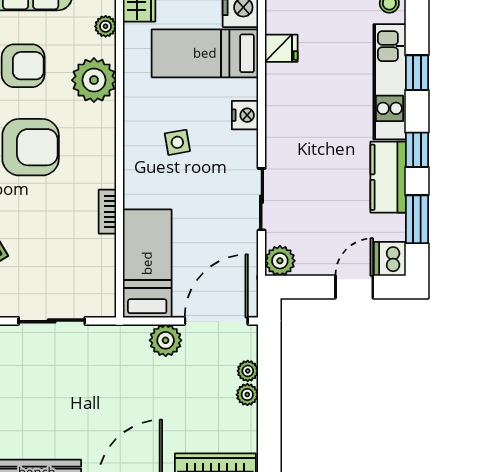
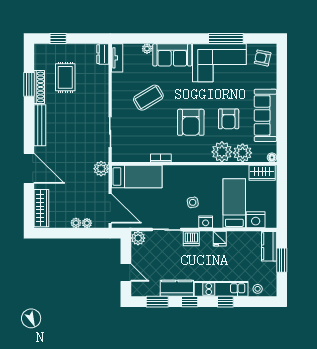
plant: (106, 26) -> (243, 153), width x1.88, depth x1.88
fridge: (281, 48) -> (220, 239), moved
side table: (177, 142) -> (193, 202), moved
dishwasher: (390, 259) -> (191, 238), moved, turned 180
plant: (166, 340) -> (101, 169), moved

